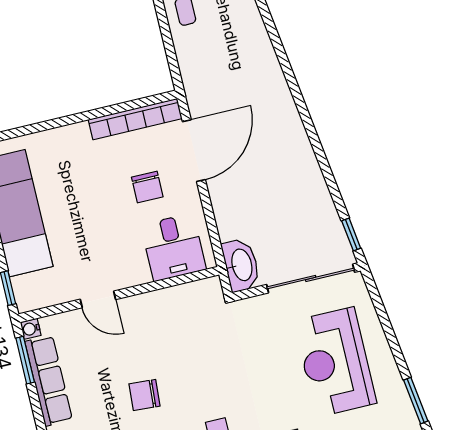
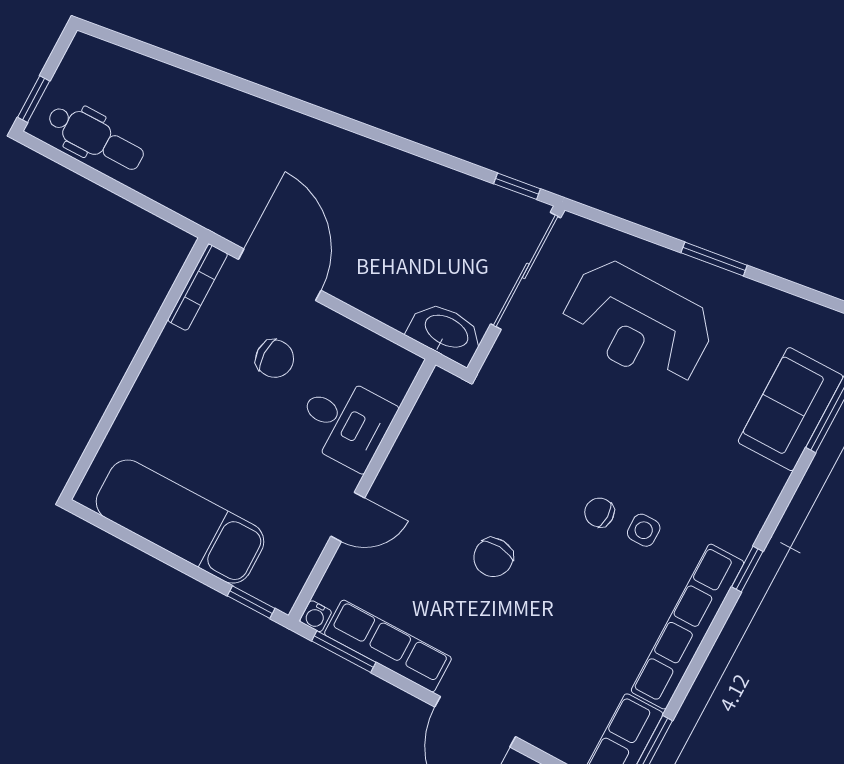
bookcase: (135, 119) -> (198, 287), width x0.68, depth x0.76
desk: (173, 247) -> (345, 422), moved
window: (416, 401) -> (714, 259), moved

